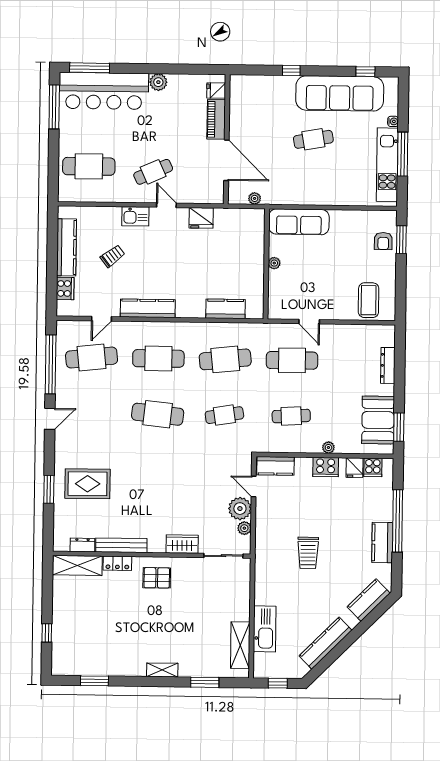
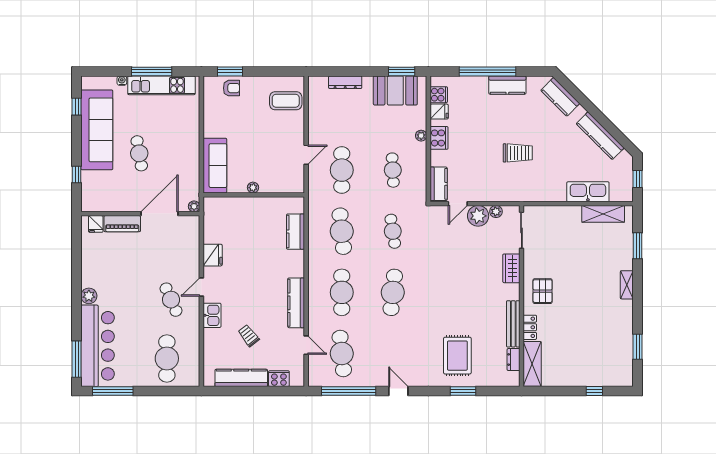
fridge: (216, 90) -> (96, 224), moved
piano: (216, 119) -> (122, 224), moved
wall: (227, 139) -> (140, 214), moved
door: (226, 160) -> (159, 214), moved

